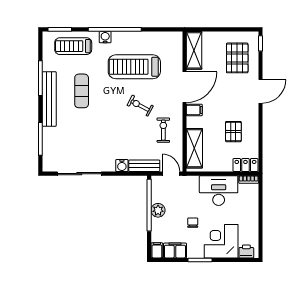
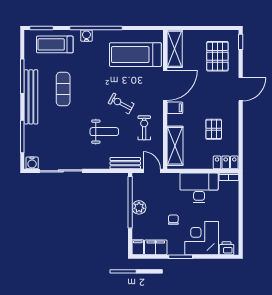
treadmill: (134, 67) -> (135, 55), moved
weight bench: (123, 134) -> (104, 132), added
water cooler: (122, 166) -> (32, 163), moved

